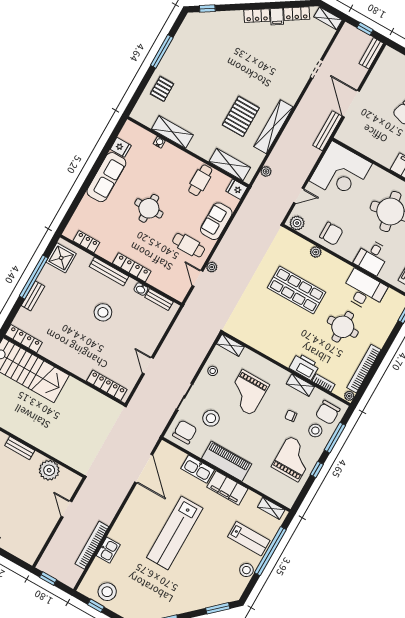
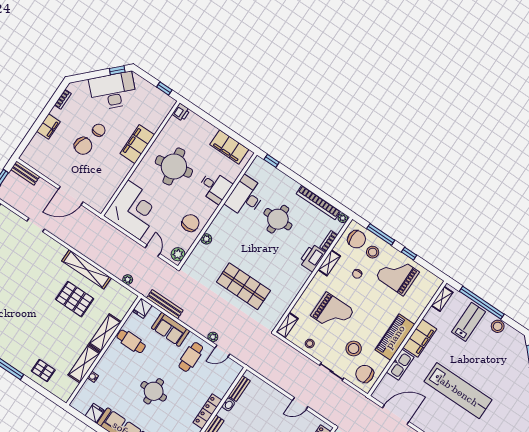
bench: (327, 131) -> (165, 304), moved
shelving: (230, 164) -> (105, 333), moved
shop shelf: (297, 290) -> (243, 286), moved, turned 90

